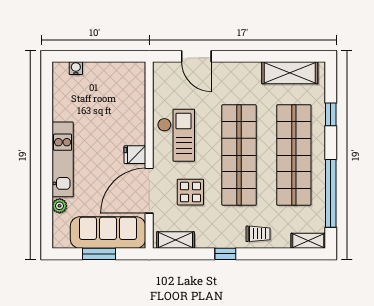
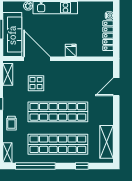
locker: (110, 70) -> (108, 36), added
checkout: (176, 135) -> (70, 75), removed
fridge: (135, 155) -> (71, 50), moved

